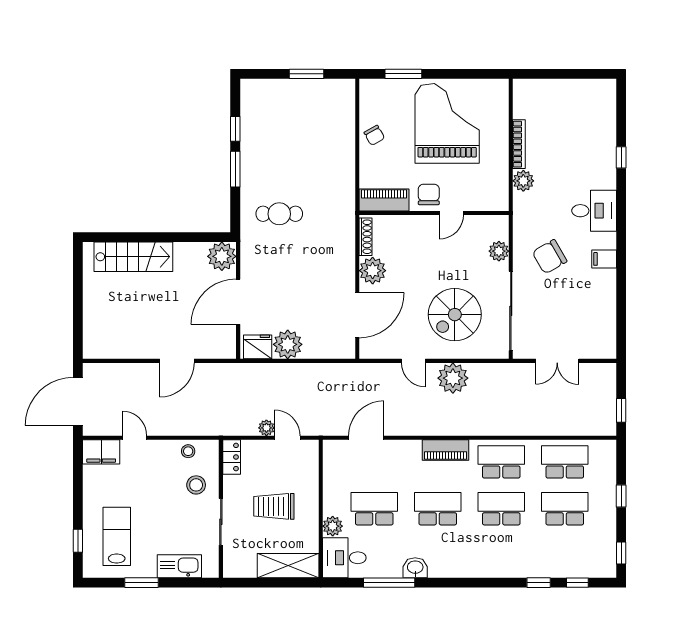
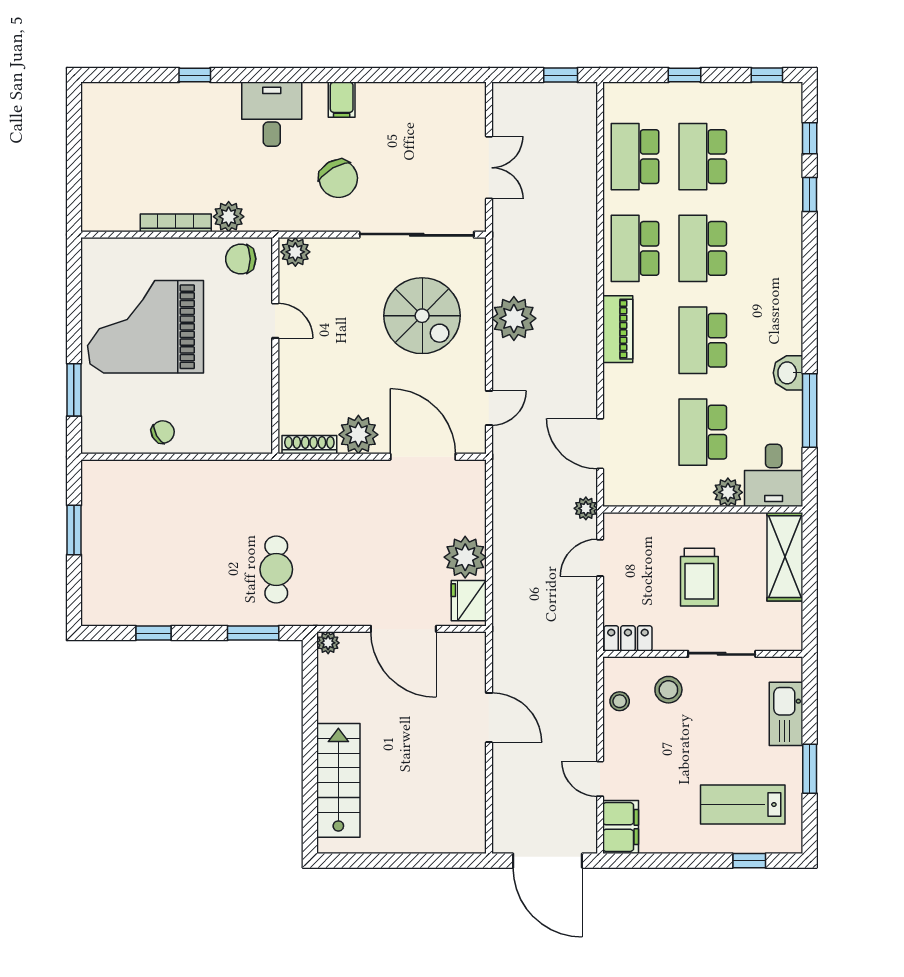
window: (235, 169) -> (253, 633), moved
chair: (429, 195) -> (241, 259), moved
piano: (384, 200) -> (256, 418), removed
plant: (499, 251) -> (295, 252), moved
plant: (222, 256) -> (328, 643), width x0.53, depth x0.53
door: (413, 361) -> (489, 408), moved
plant: (266, 428) -> (586, 508), moved
door: (134, 438) -> (600, 779), hinge flipped

